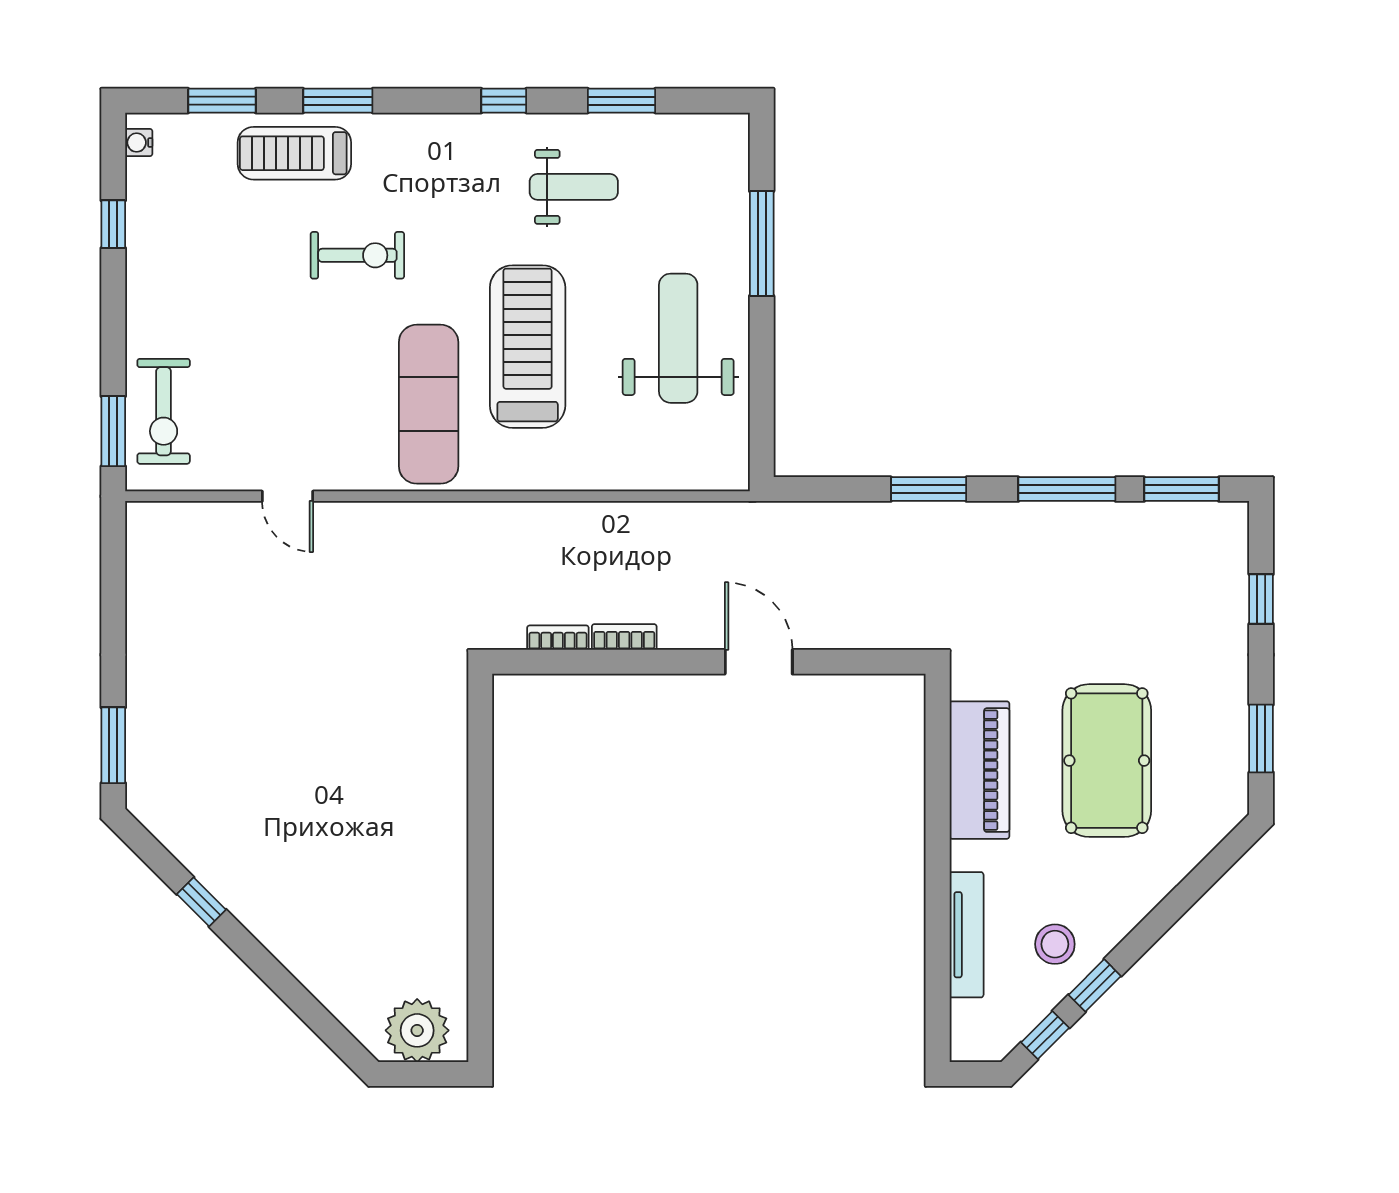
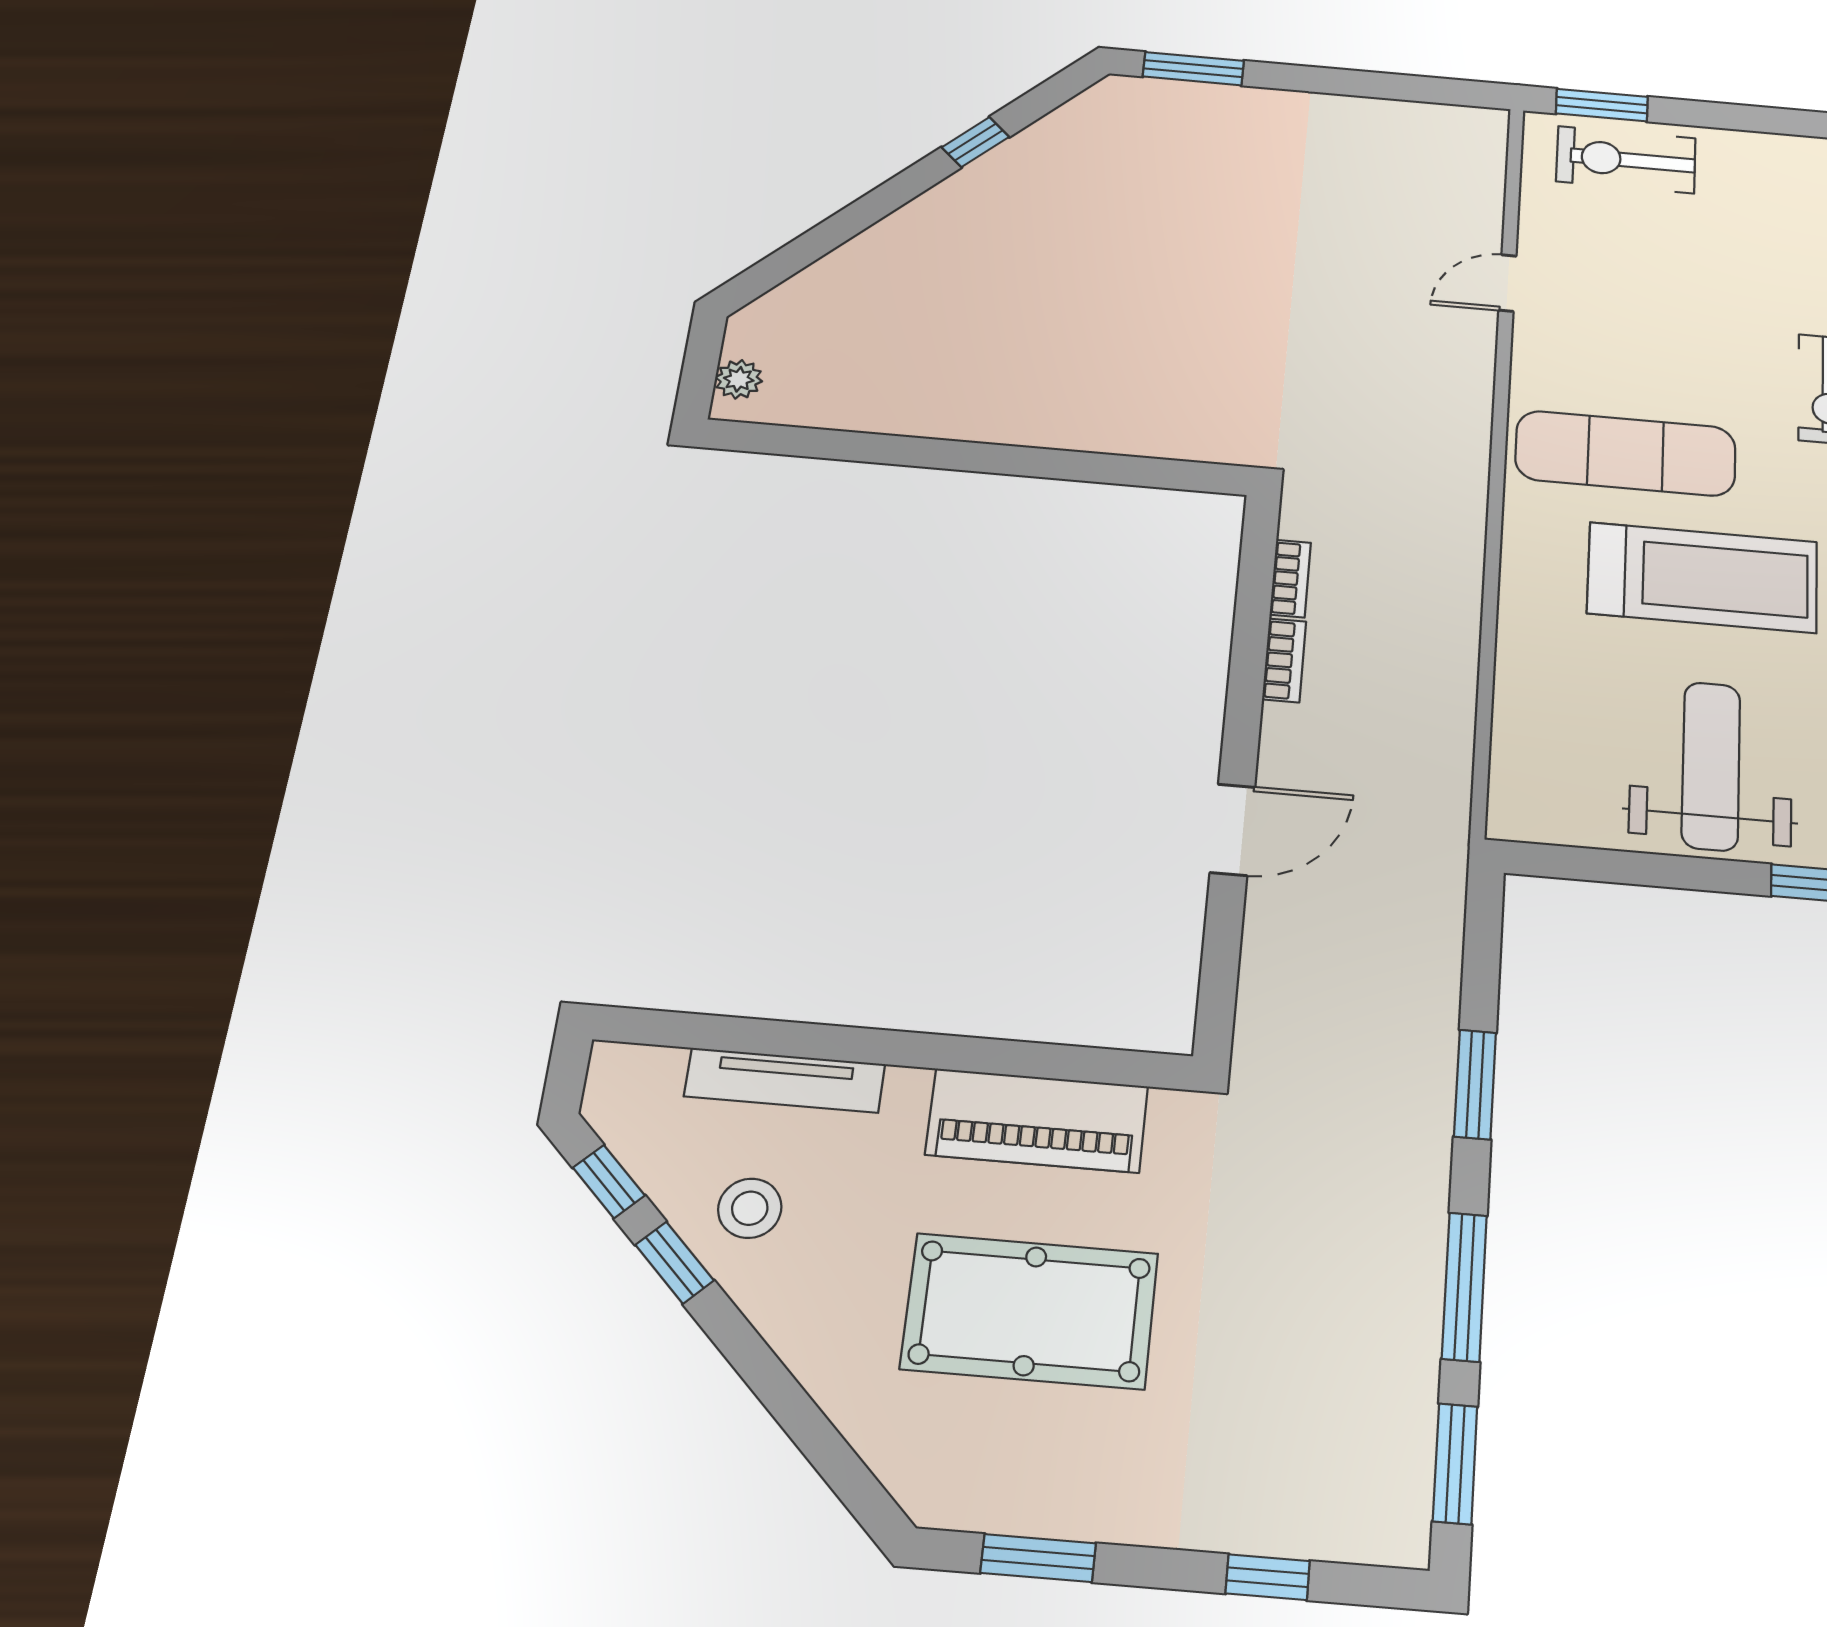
weight bench: (678, 338) -> (1711, 766), turned -90
plant: (417, 1030) -> (739, 379), width x0.53, depth x0.53

